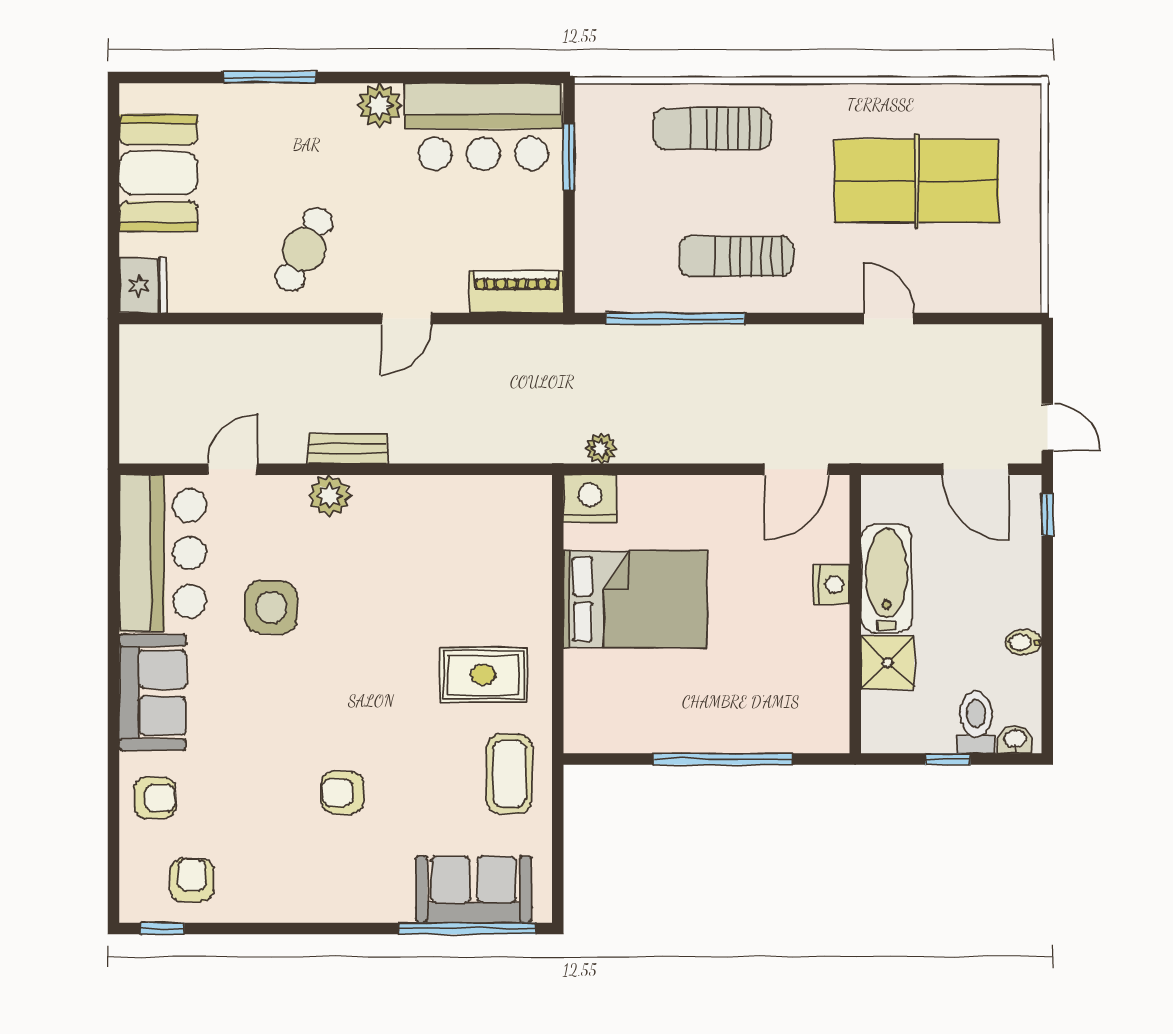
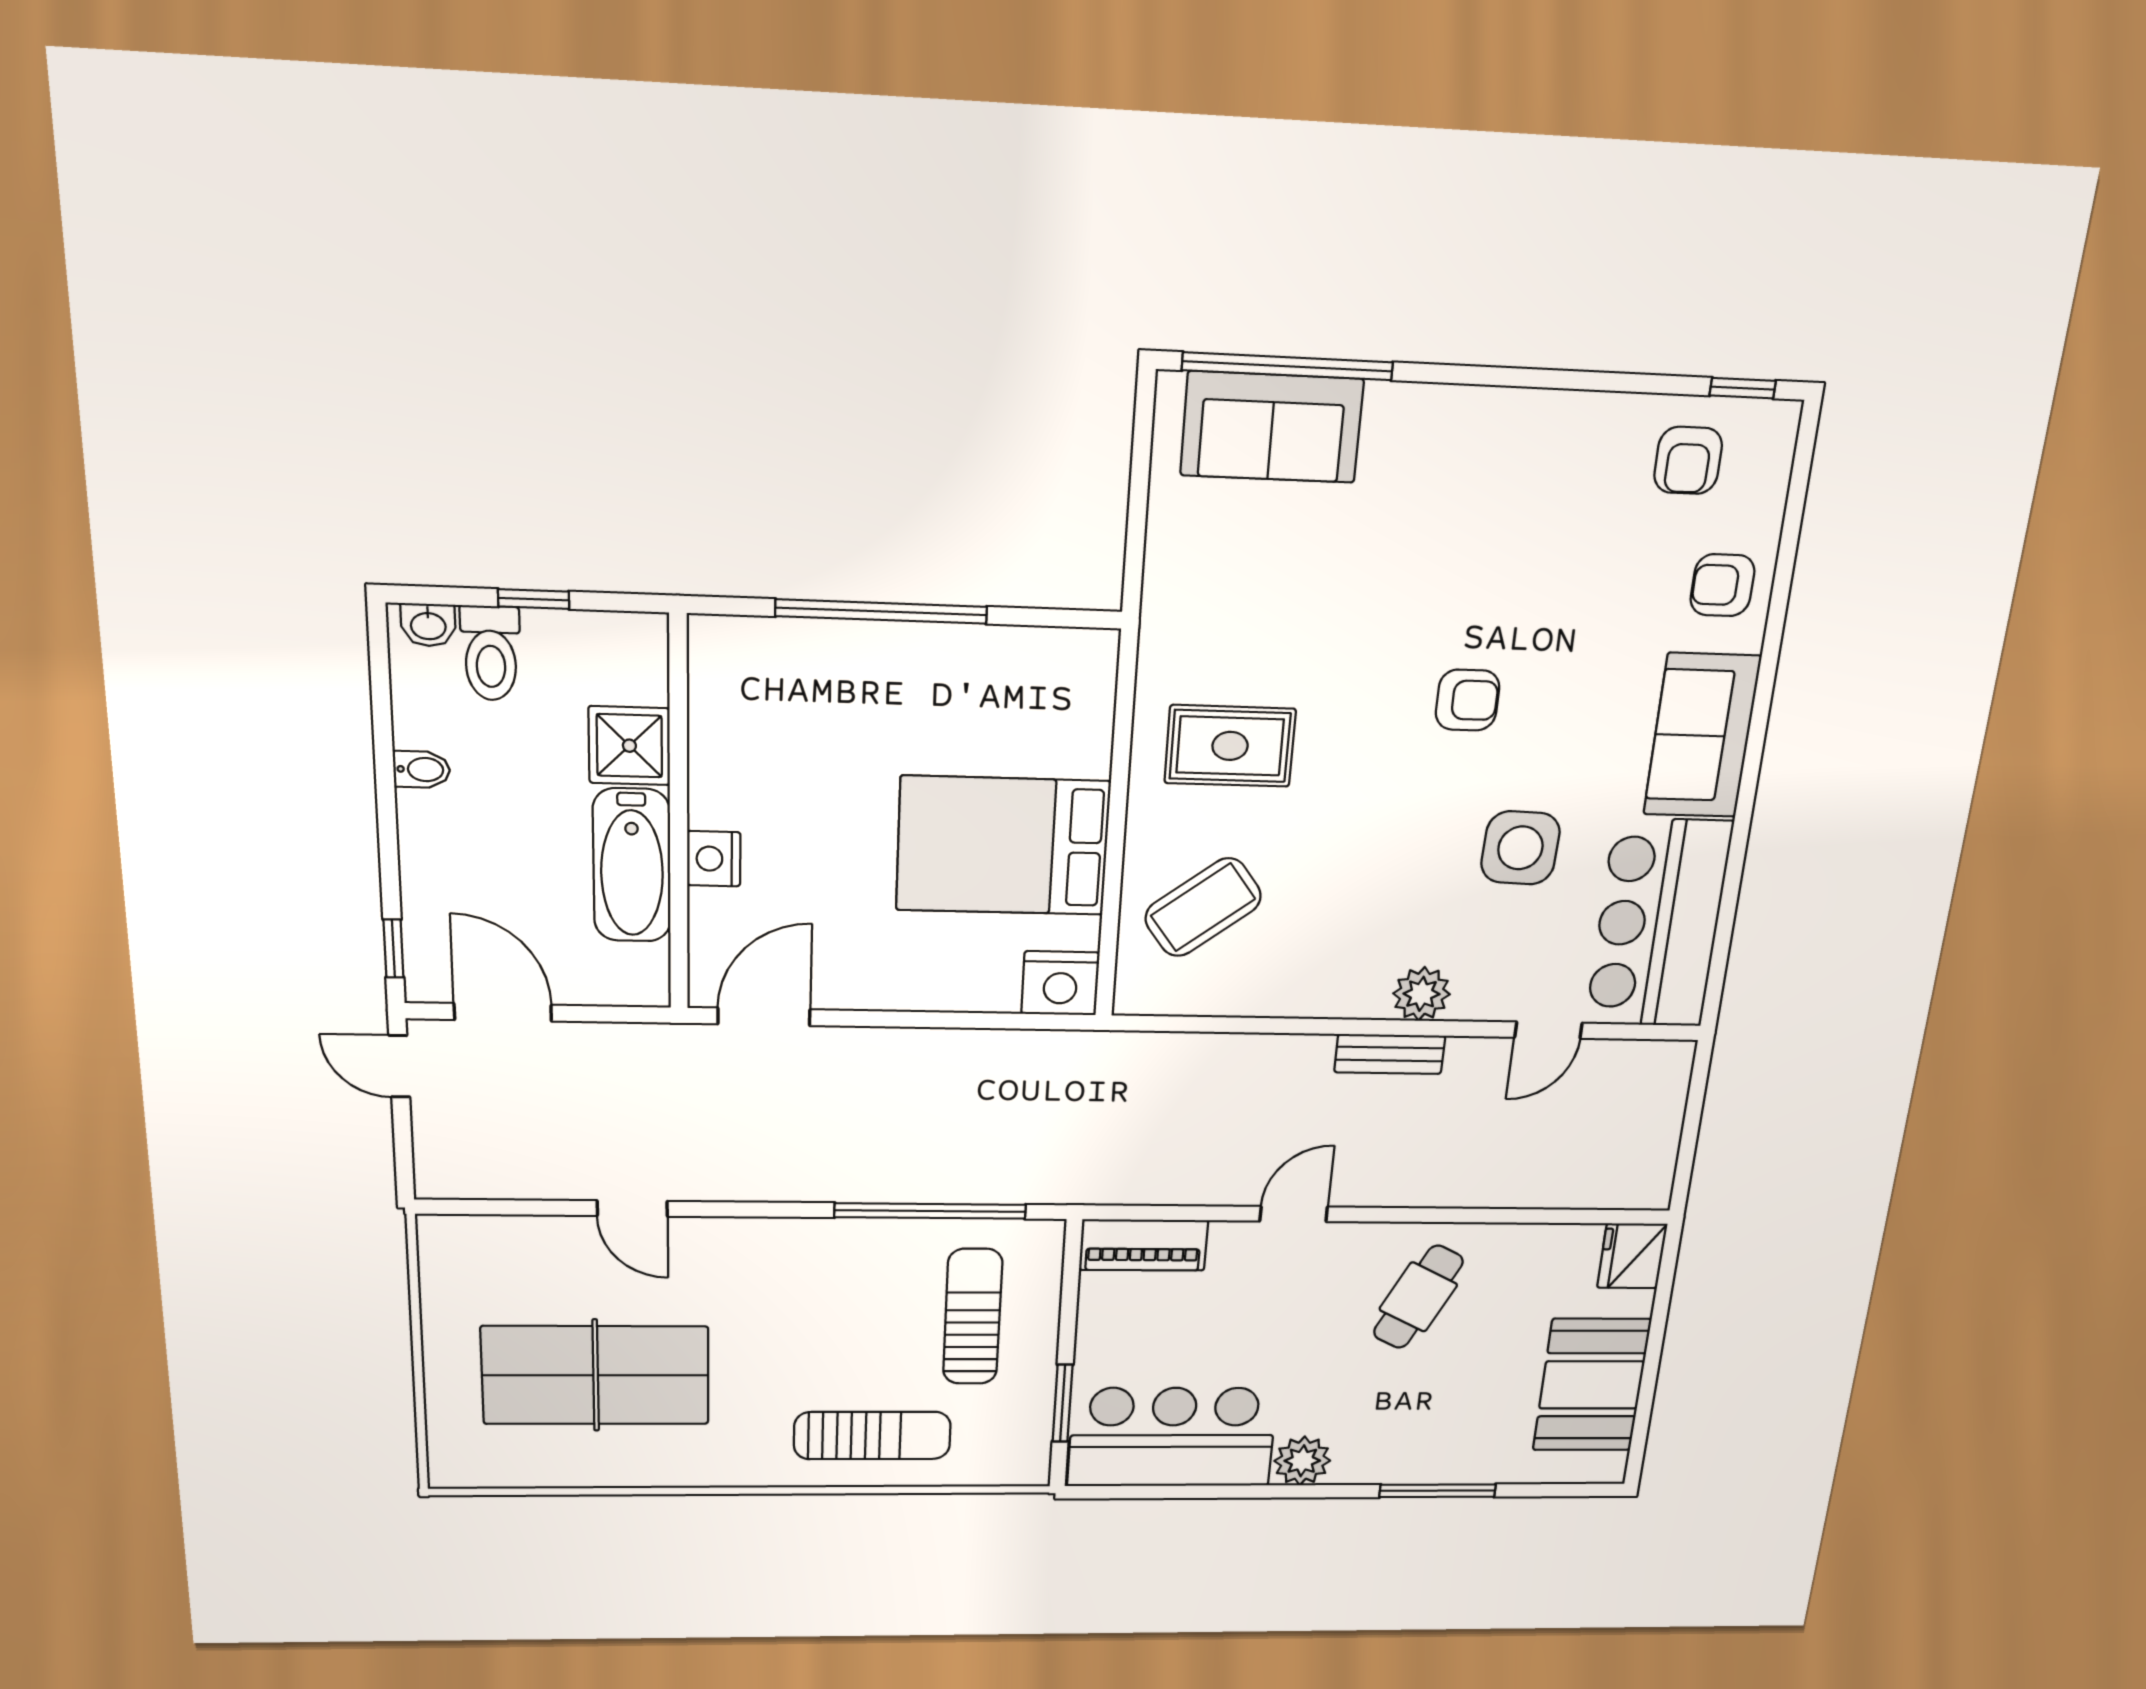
sun lounger: (736, 256) -> (973, 1317), moved, turned -90
plant: (601, 448) -> (1041, 1049), removed
coffee table: (509, 774) -> (1203, 907), moved, turned 53
armchair: (342, 793) -> (1467, 700), moved

